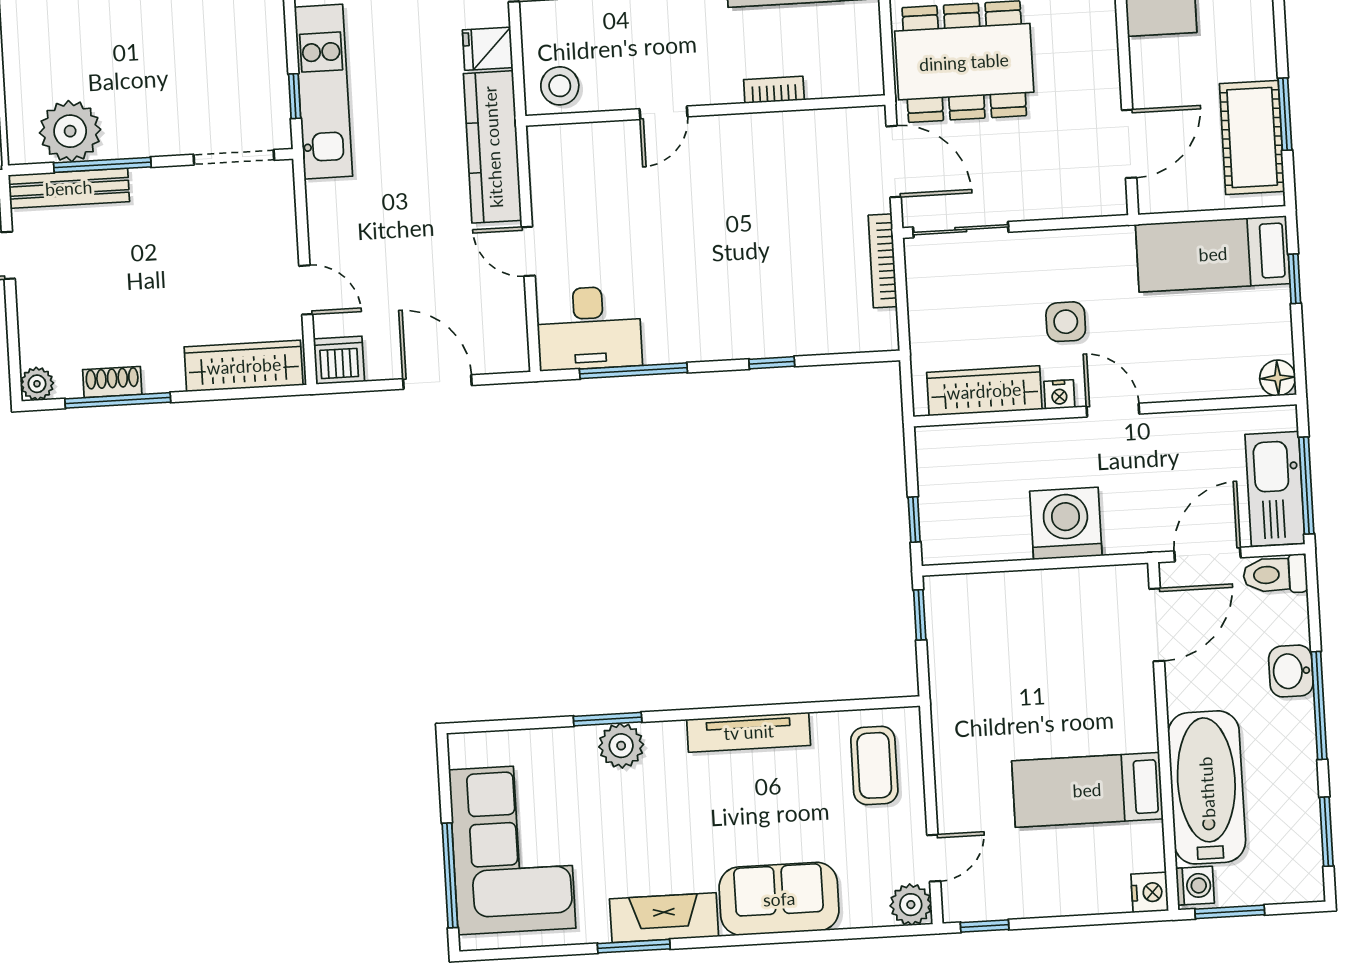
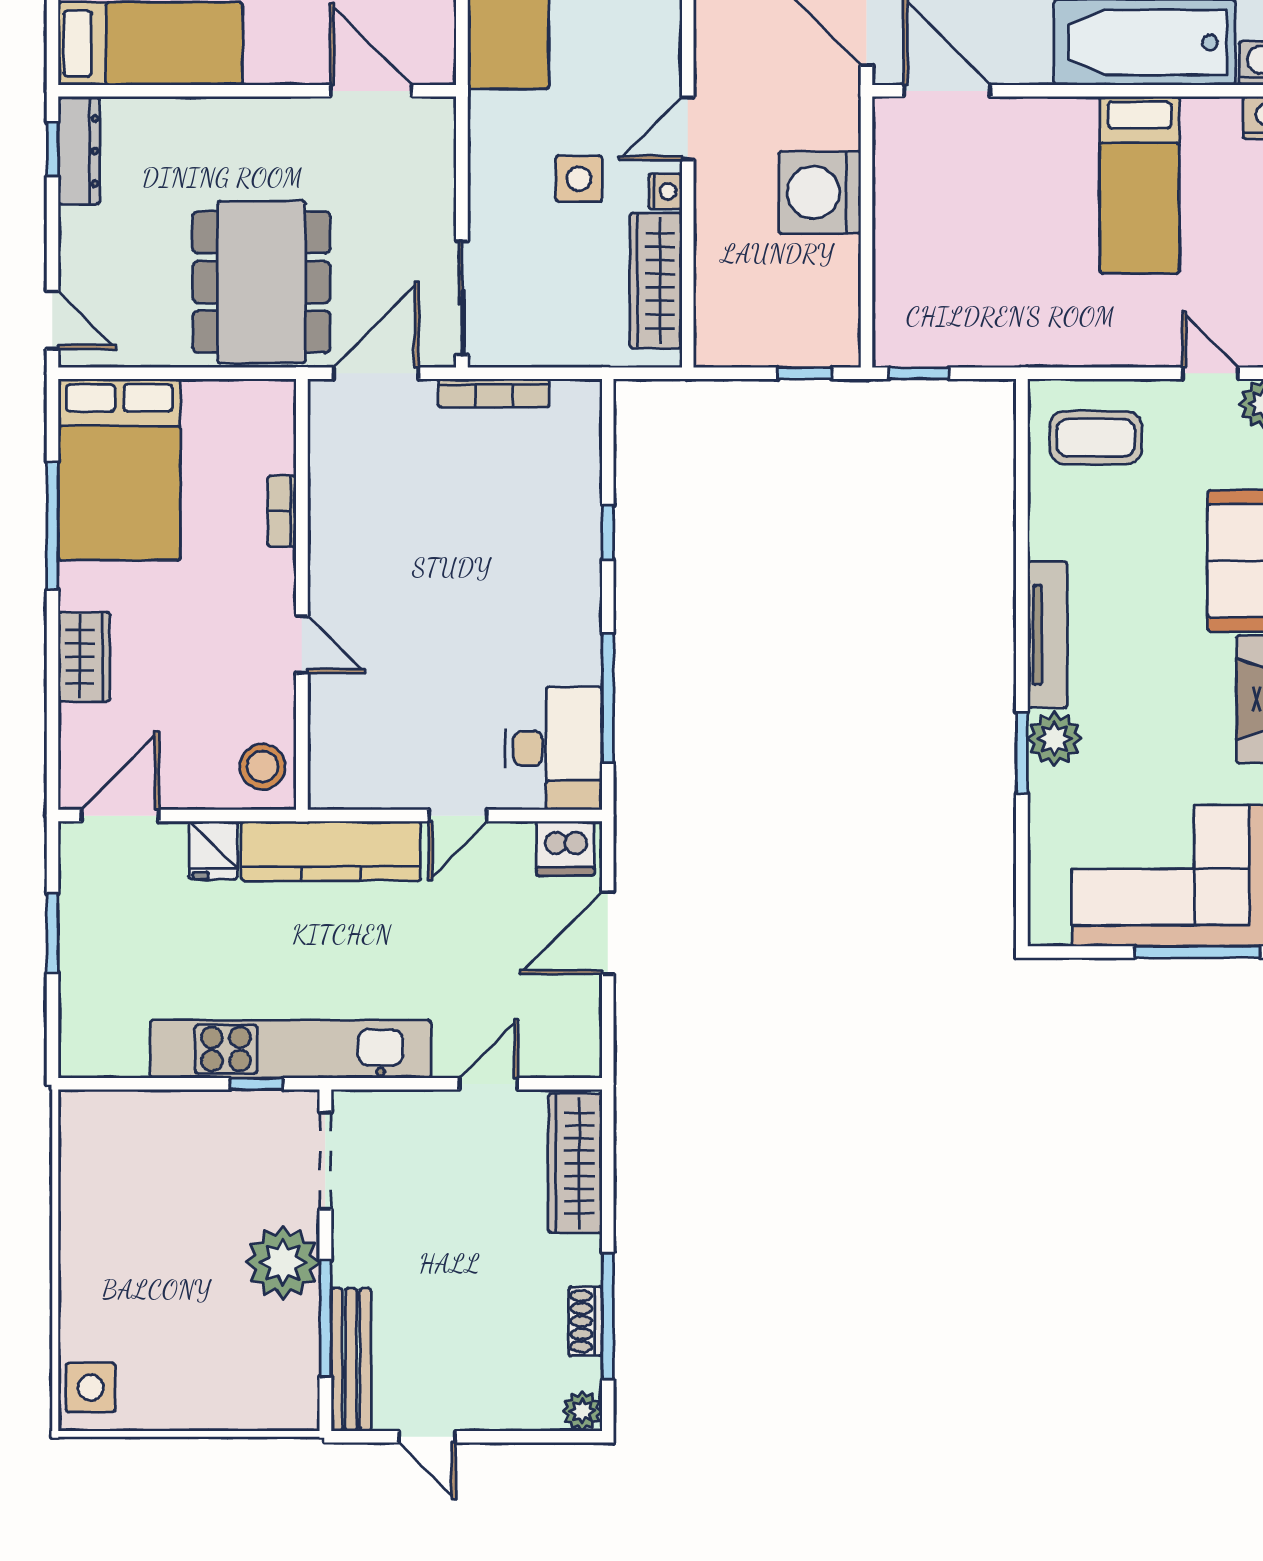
kitchen unit: (323, 92) -> (291, 1049), width x1.36
plant: (70, 131) -> (283, 1263), moved
dishwasher: (339, 360) -> (565, 848), moved, turned -90
tv unit: (749, 732) -> (1047, 635), moved

